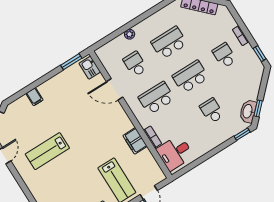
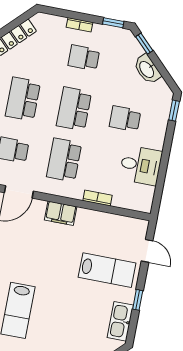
window: (258, 108) -> (144, 44), moved
washbasin: (248, 111) -> (147, 69), moved
filing cabinet: (135, 141) -> (61, 213), moved
desk: (175, 153) -> (141, 165), moved, turned -90

